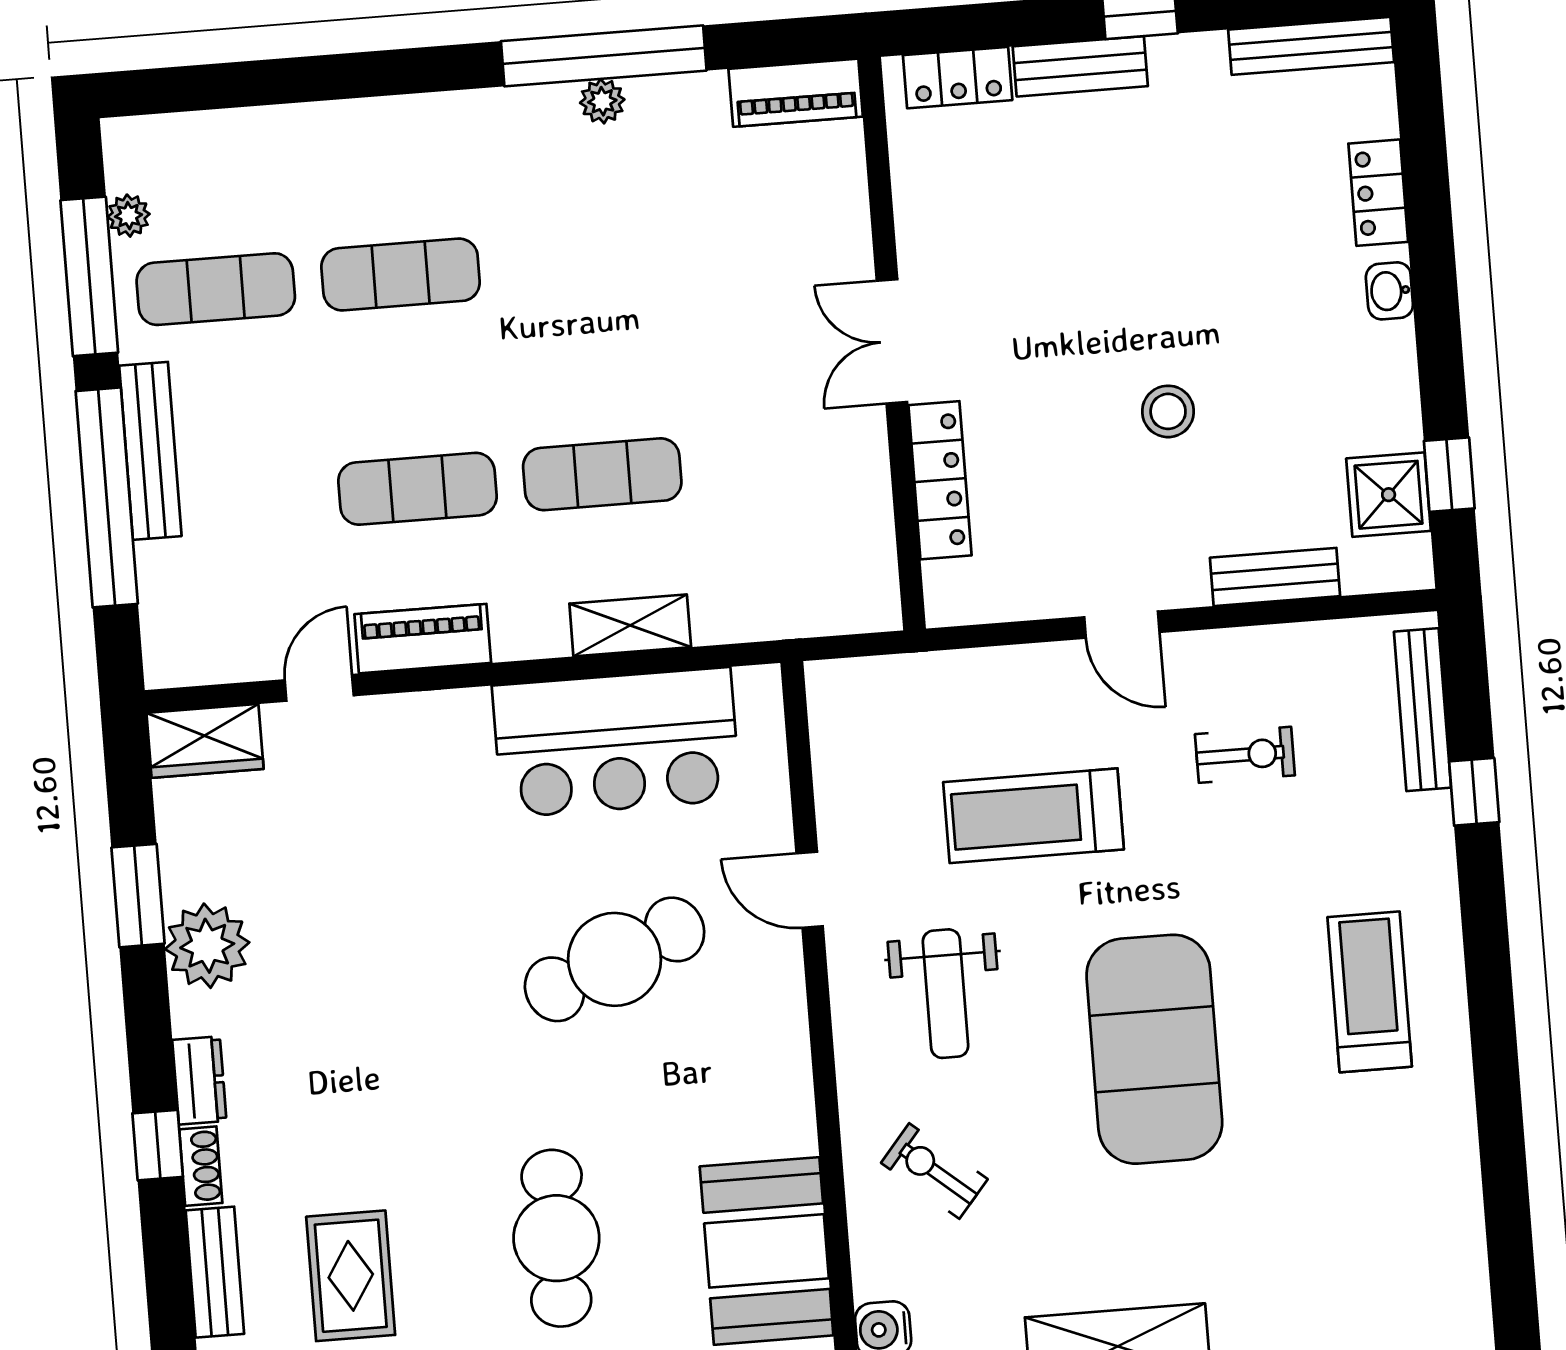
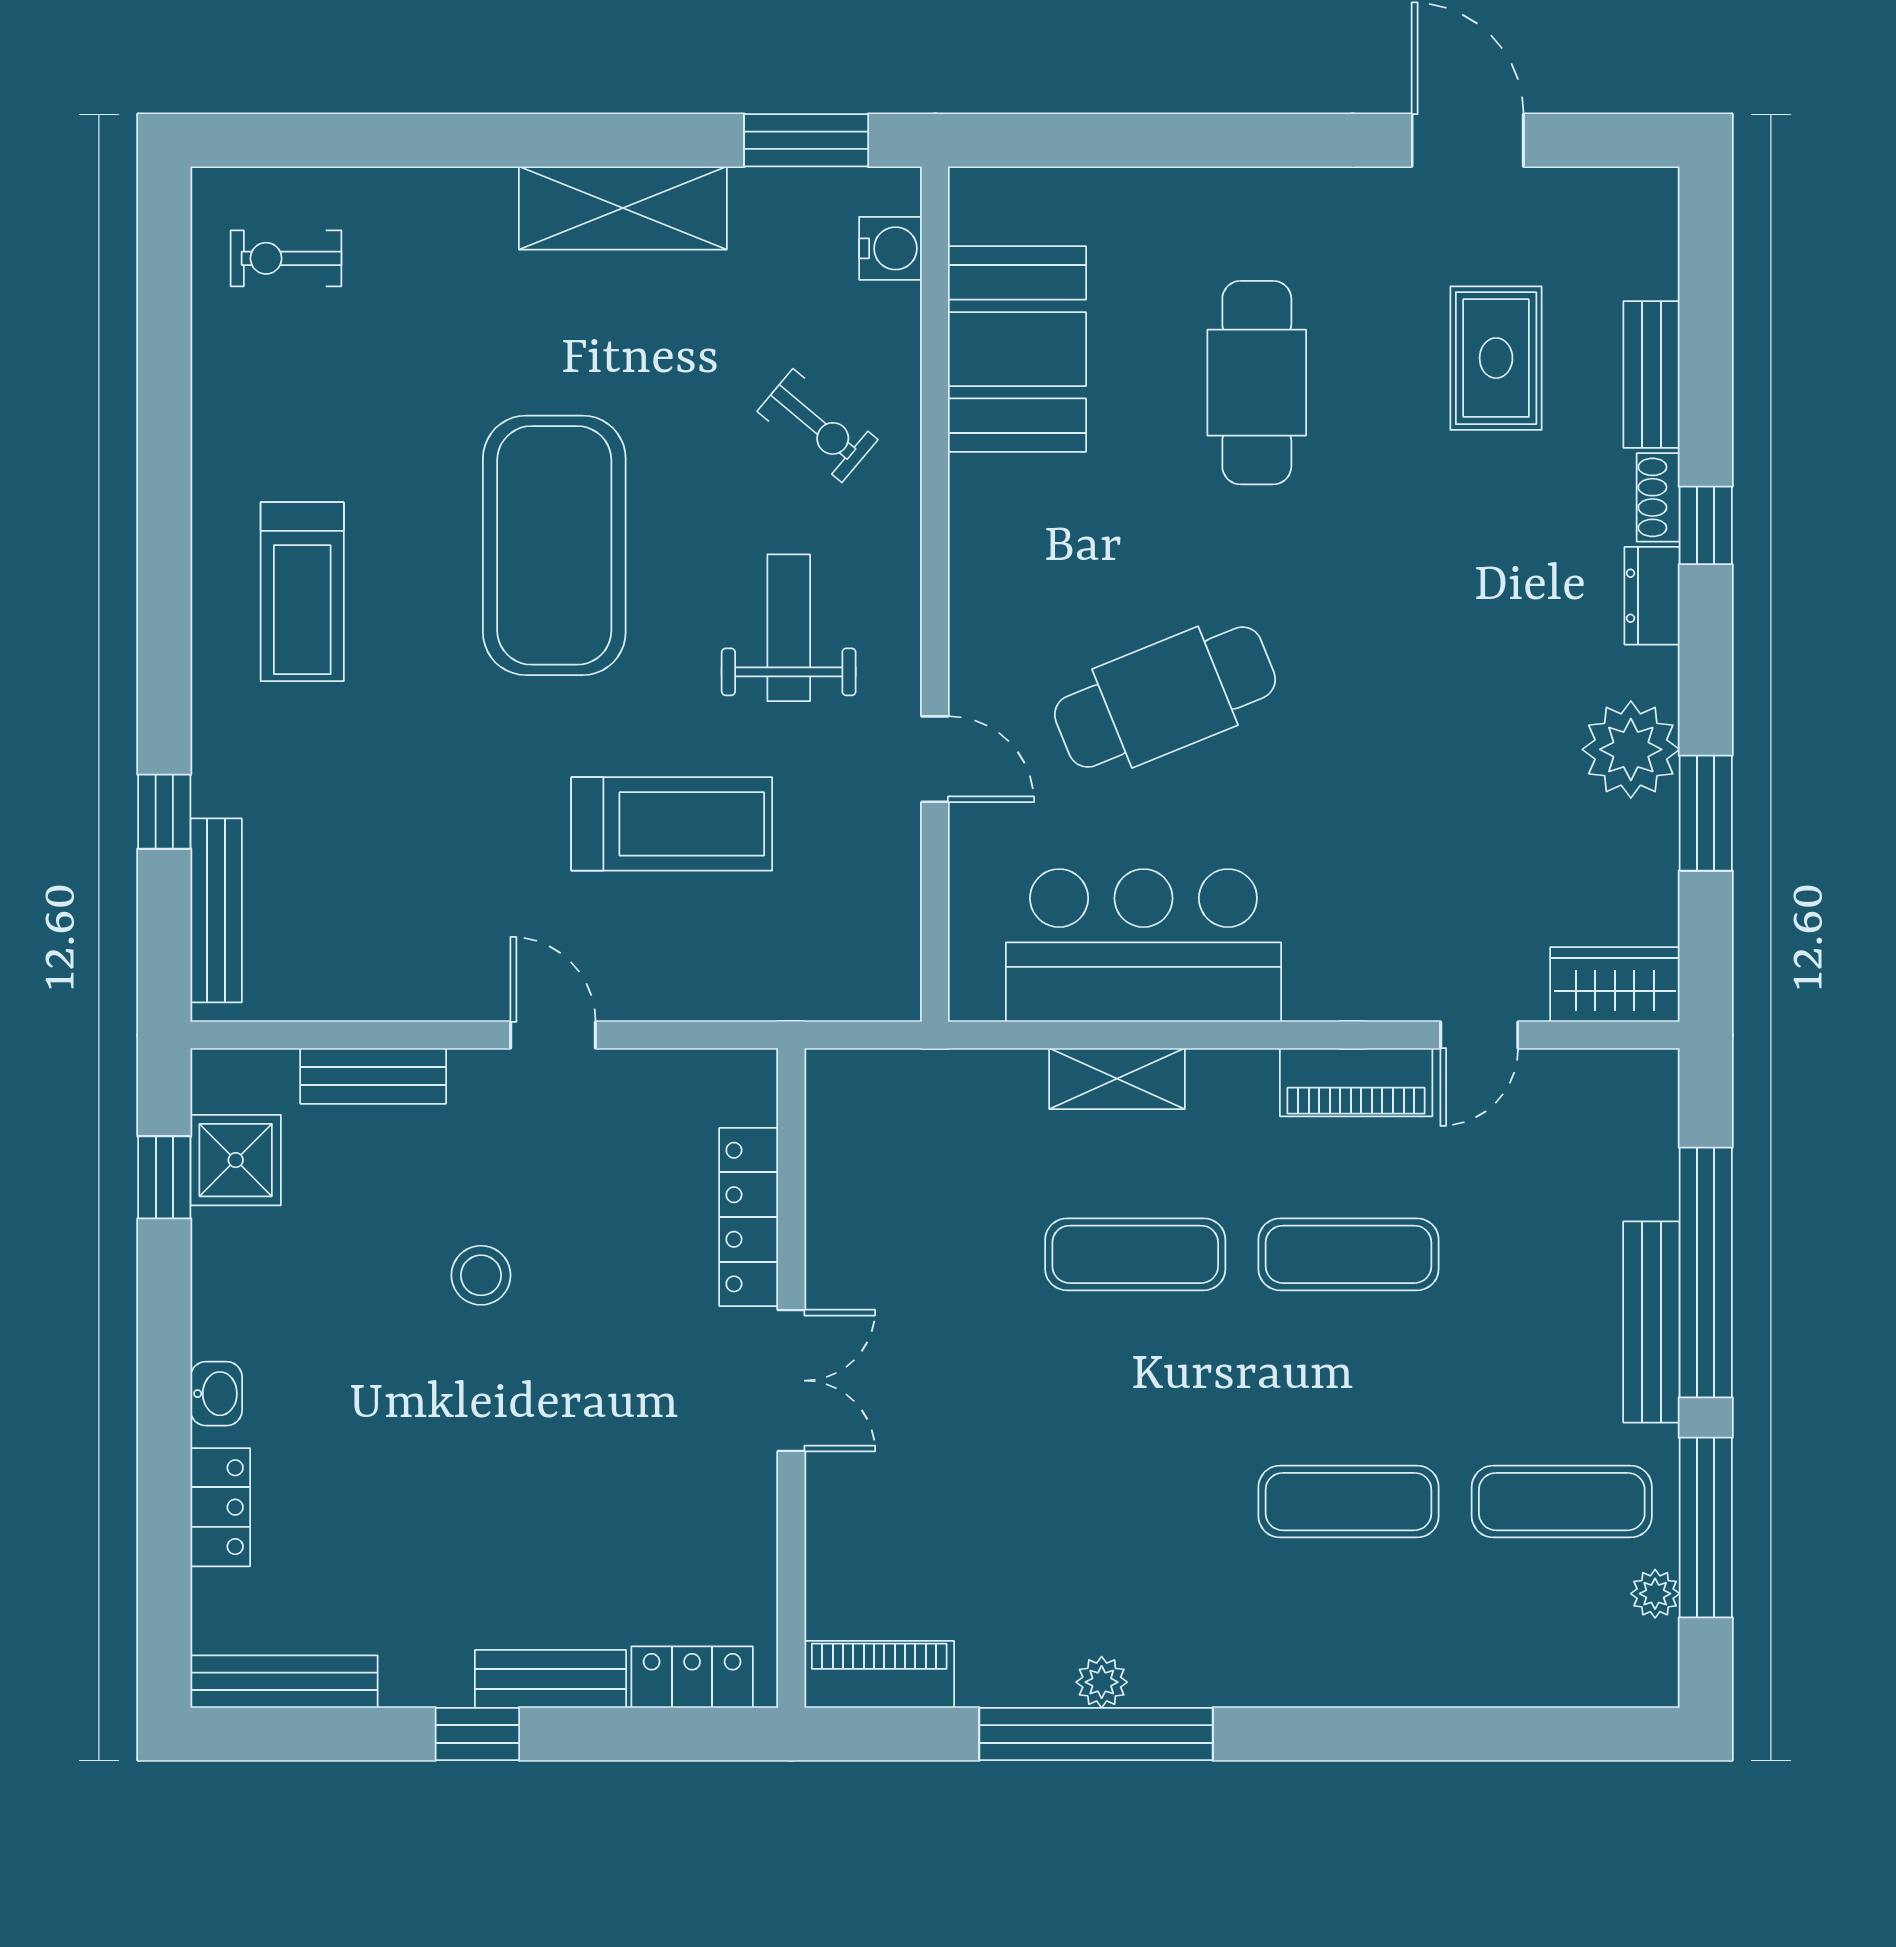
exercise bike: (1245, 755) -> (286, 258), moved

